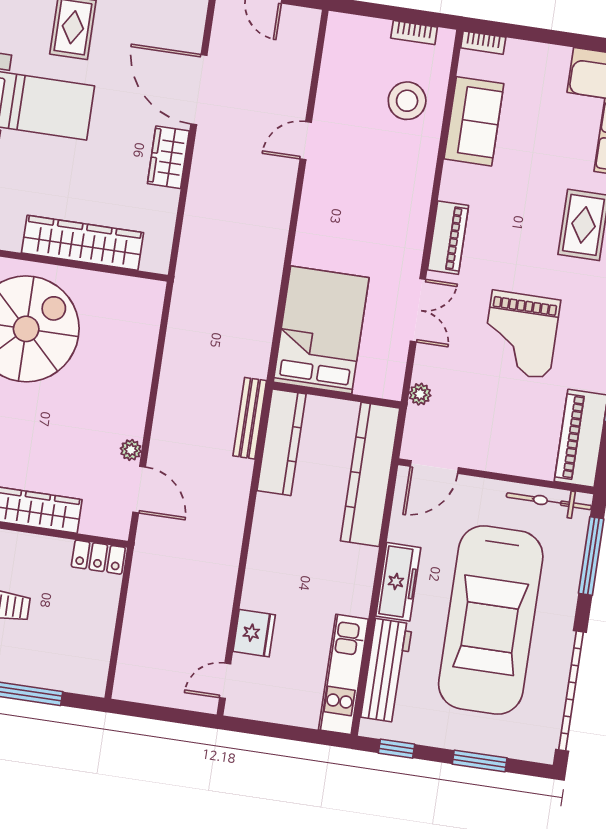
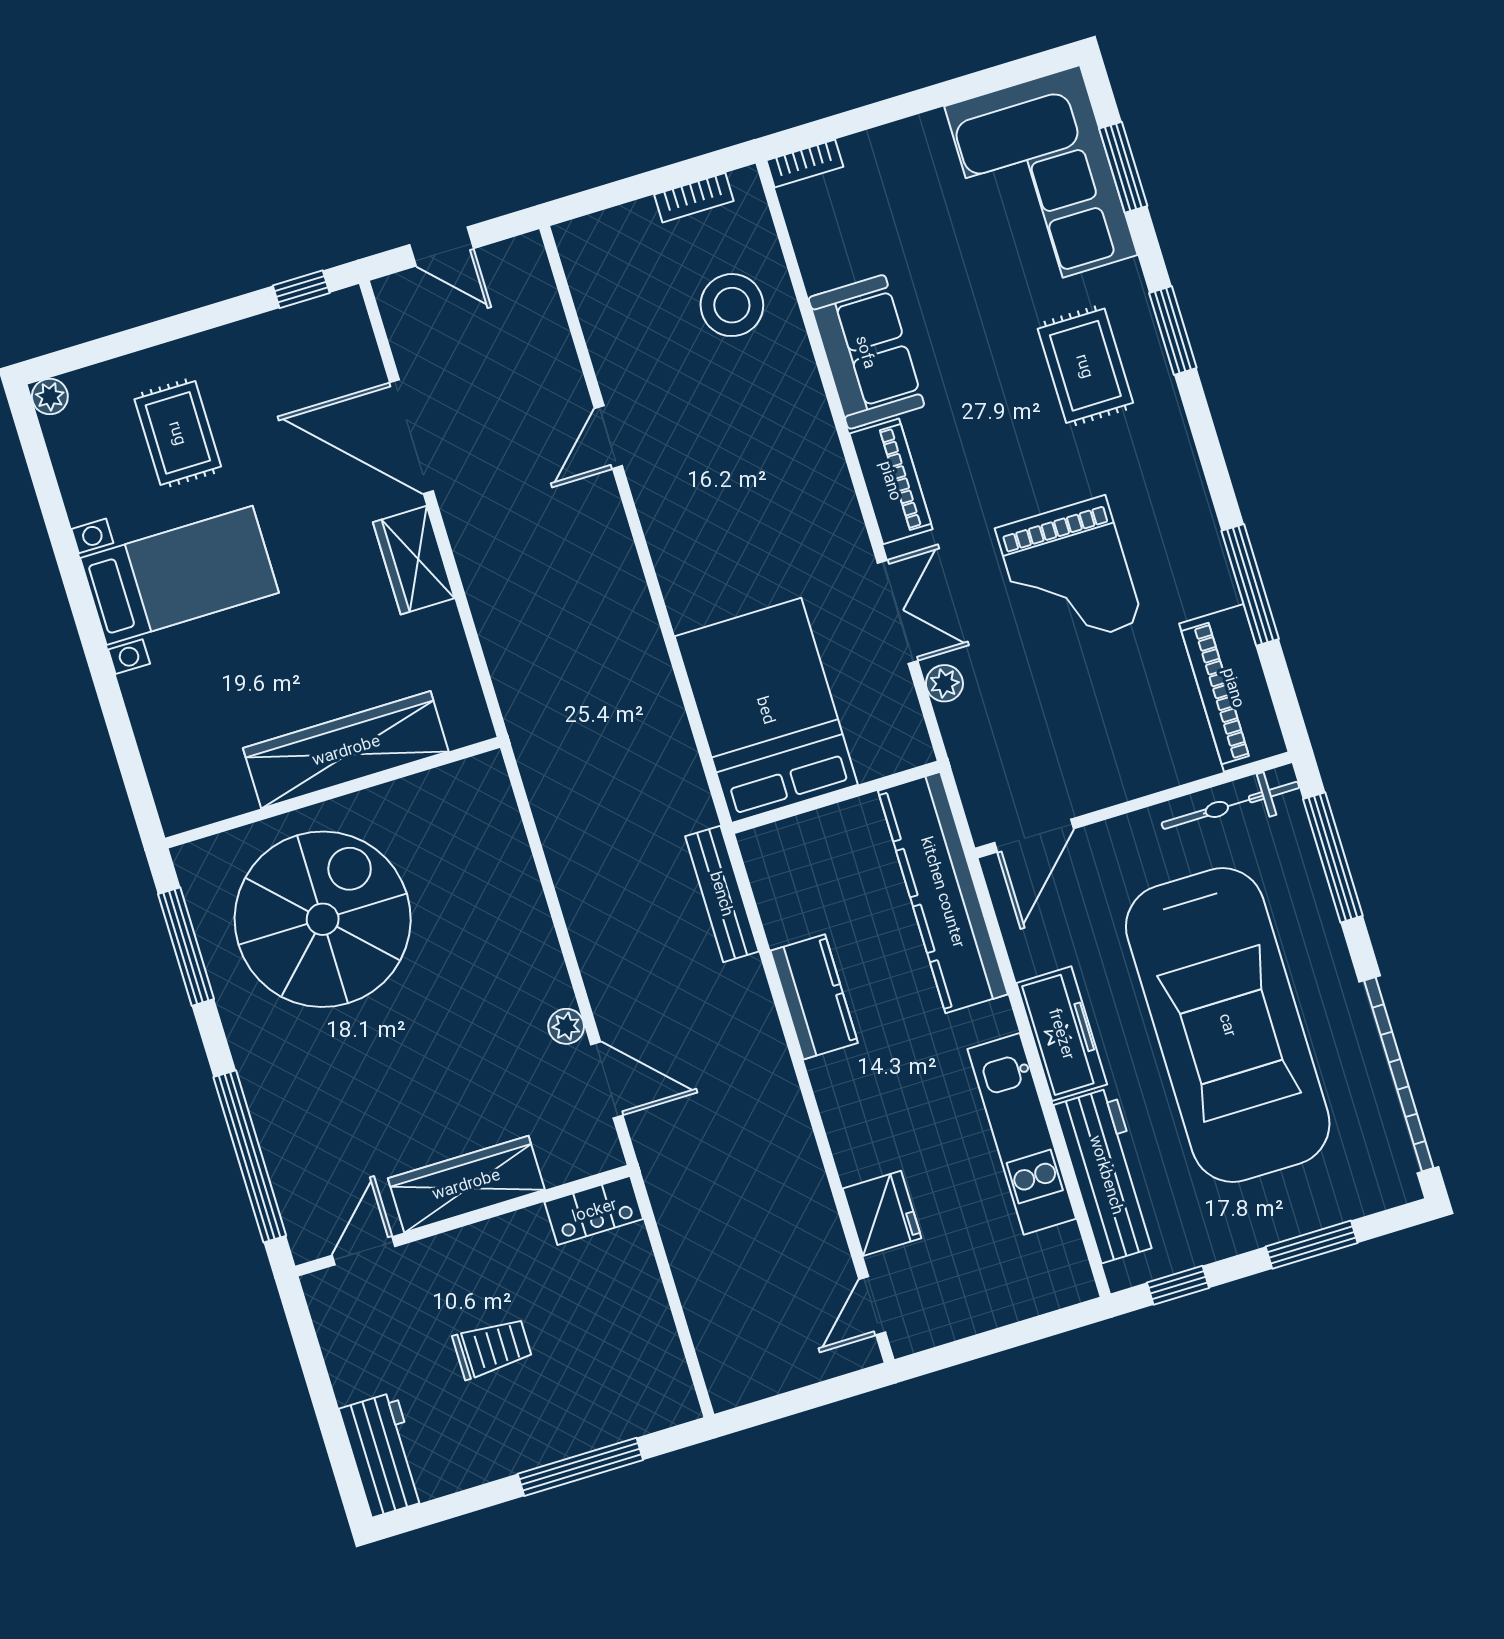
sofa: (474, 121) -> (866, 352), moved
plant: (420, 394) -> (944, 683), moved
kitchen counter: (281, 442) -> (814, 997), moved, width x0.67
kitchen unit: (343, 674) -> (1022, 1134), moved

